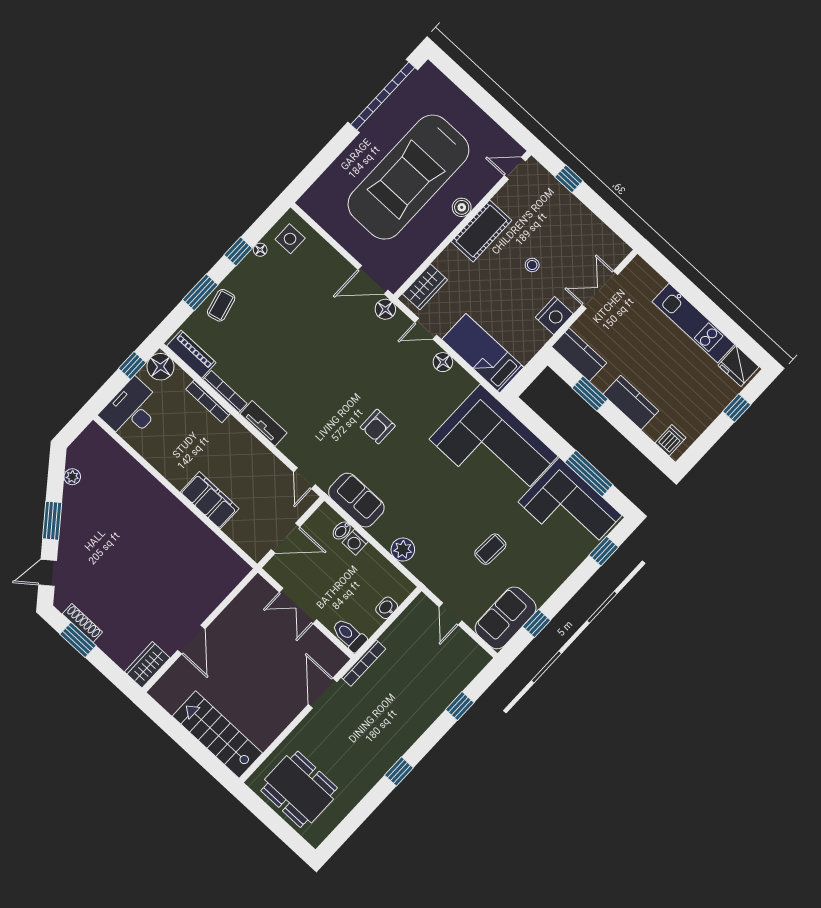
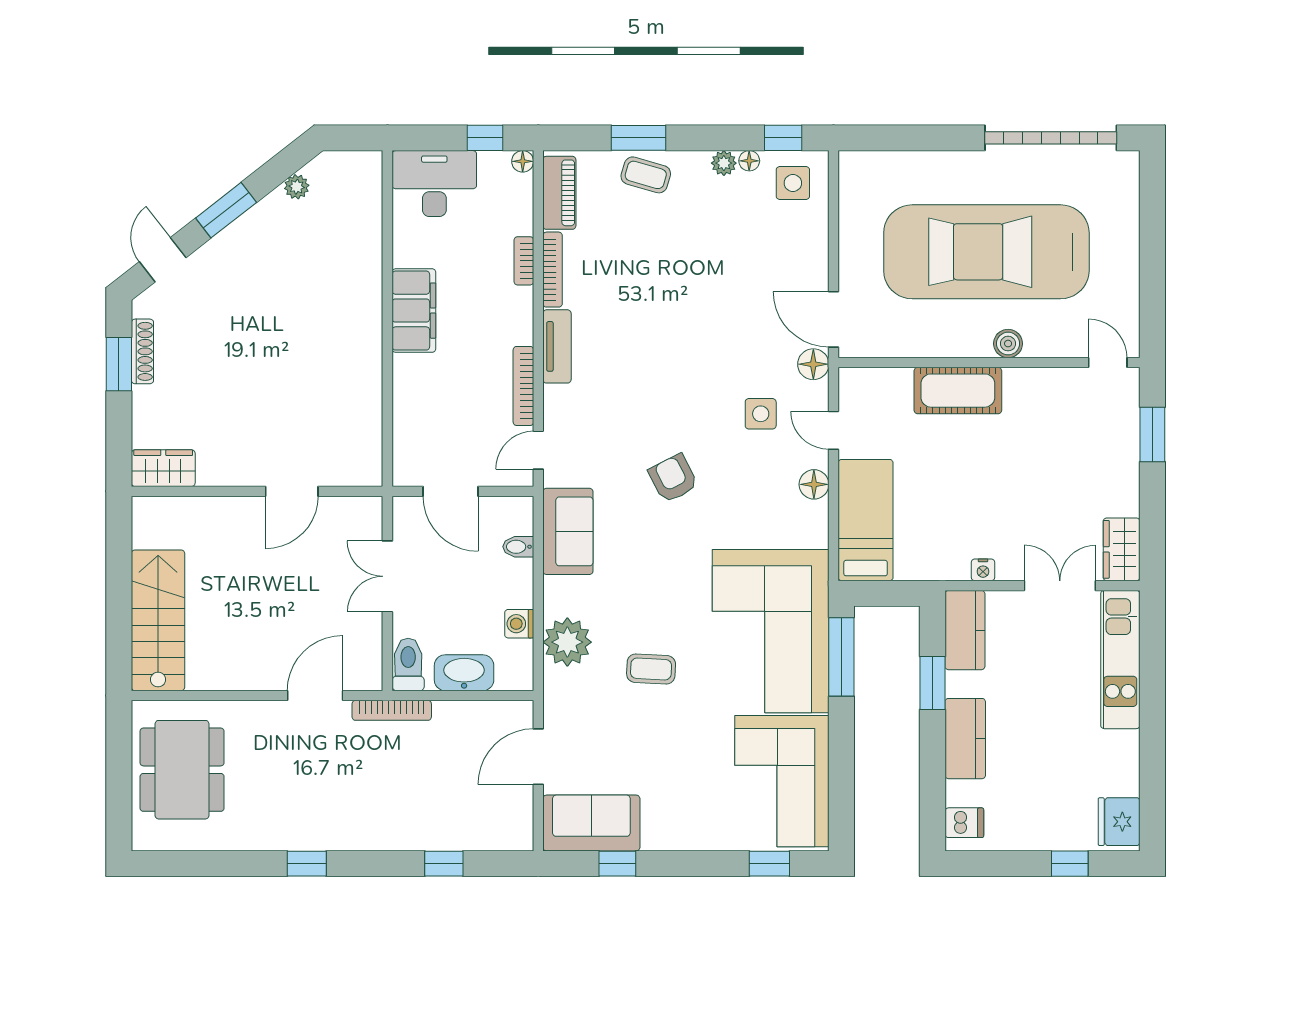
window: (569, 179) -> (1152, 434), width x1.50
cot: (481, 231) -> (958, 391), moved
window: (238, 252) -> (783, 138), moved
plant: (250, 263) -> (724, 163), added
stool: (532, 265) -> (1017, 483), removed
wardrobe: (425, 287) -> (1122, 549), moved, turned 90
coffee table: (221, 305) -> (646, 175), turned 30
nightstand: (554, 316) -> (983, 570), width x0.53, depth x0.56
kitchen unit: (693, 323) -> (1120, 660), moved
side table: (386, 356) -> (761, 414), added
floor lamp: (160, 367) -> (523, 161), width x0.53, depth x0.53
bookcase: (208, 401) -> (524, 261), width x0.64
armchair: (378, 426) -> (673, 478), turned 63
bookcase: (267, 457) -> (523, 386), added
window: (589, 473) -> (841, 657), moved
filing cabinet: (210, 500) -> (414, 311), moved
washing machine: (355, 542) -> (519, 624), moved
coffee table: (490, 549) -> (651, 669), moved
plant: (403, 550) -> (567, 642), width x1.36, depth x1.36
door: (48, 573) -> (163, 260), hinge flipped
washbasin: (387, 608) -> (464, 673), width x1.91, depth x1.45
door: (451, 614) -> (538, 757), width x1.38
door: (191, 640) -> (292, 491), moved

